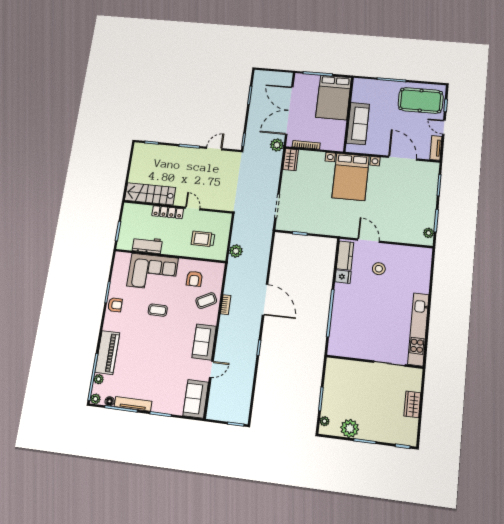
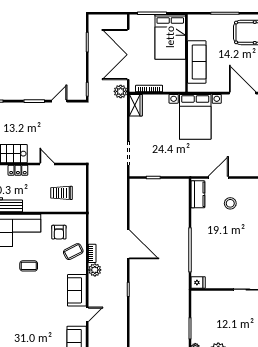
locker: (168, 212) -> (18, 170), width x0.66
door: (369, 241) -> (218, 178), hinge flipped
plant: (236, 251) -> (95, 270), moved
fridge: (343, 277) -> (198, 282), moved

